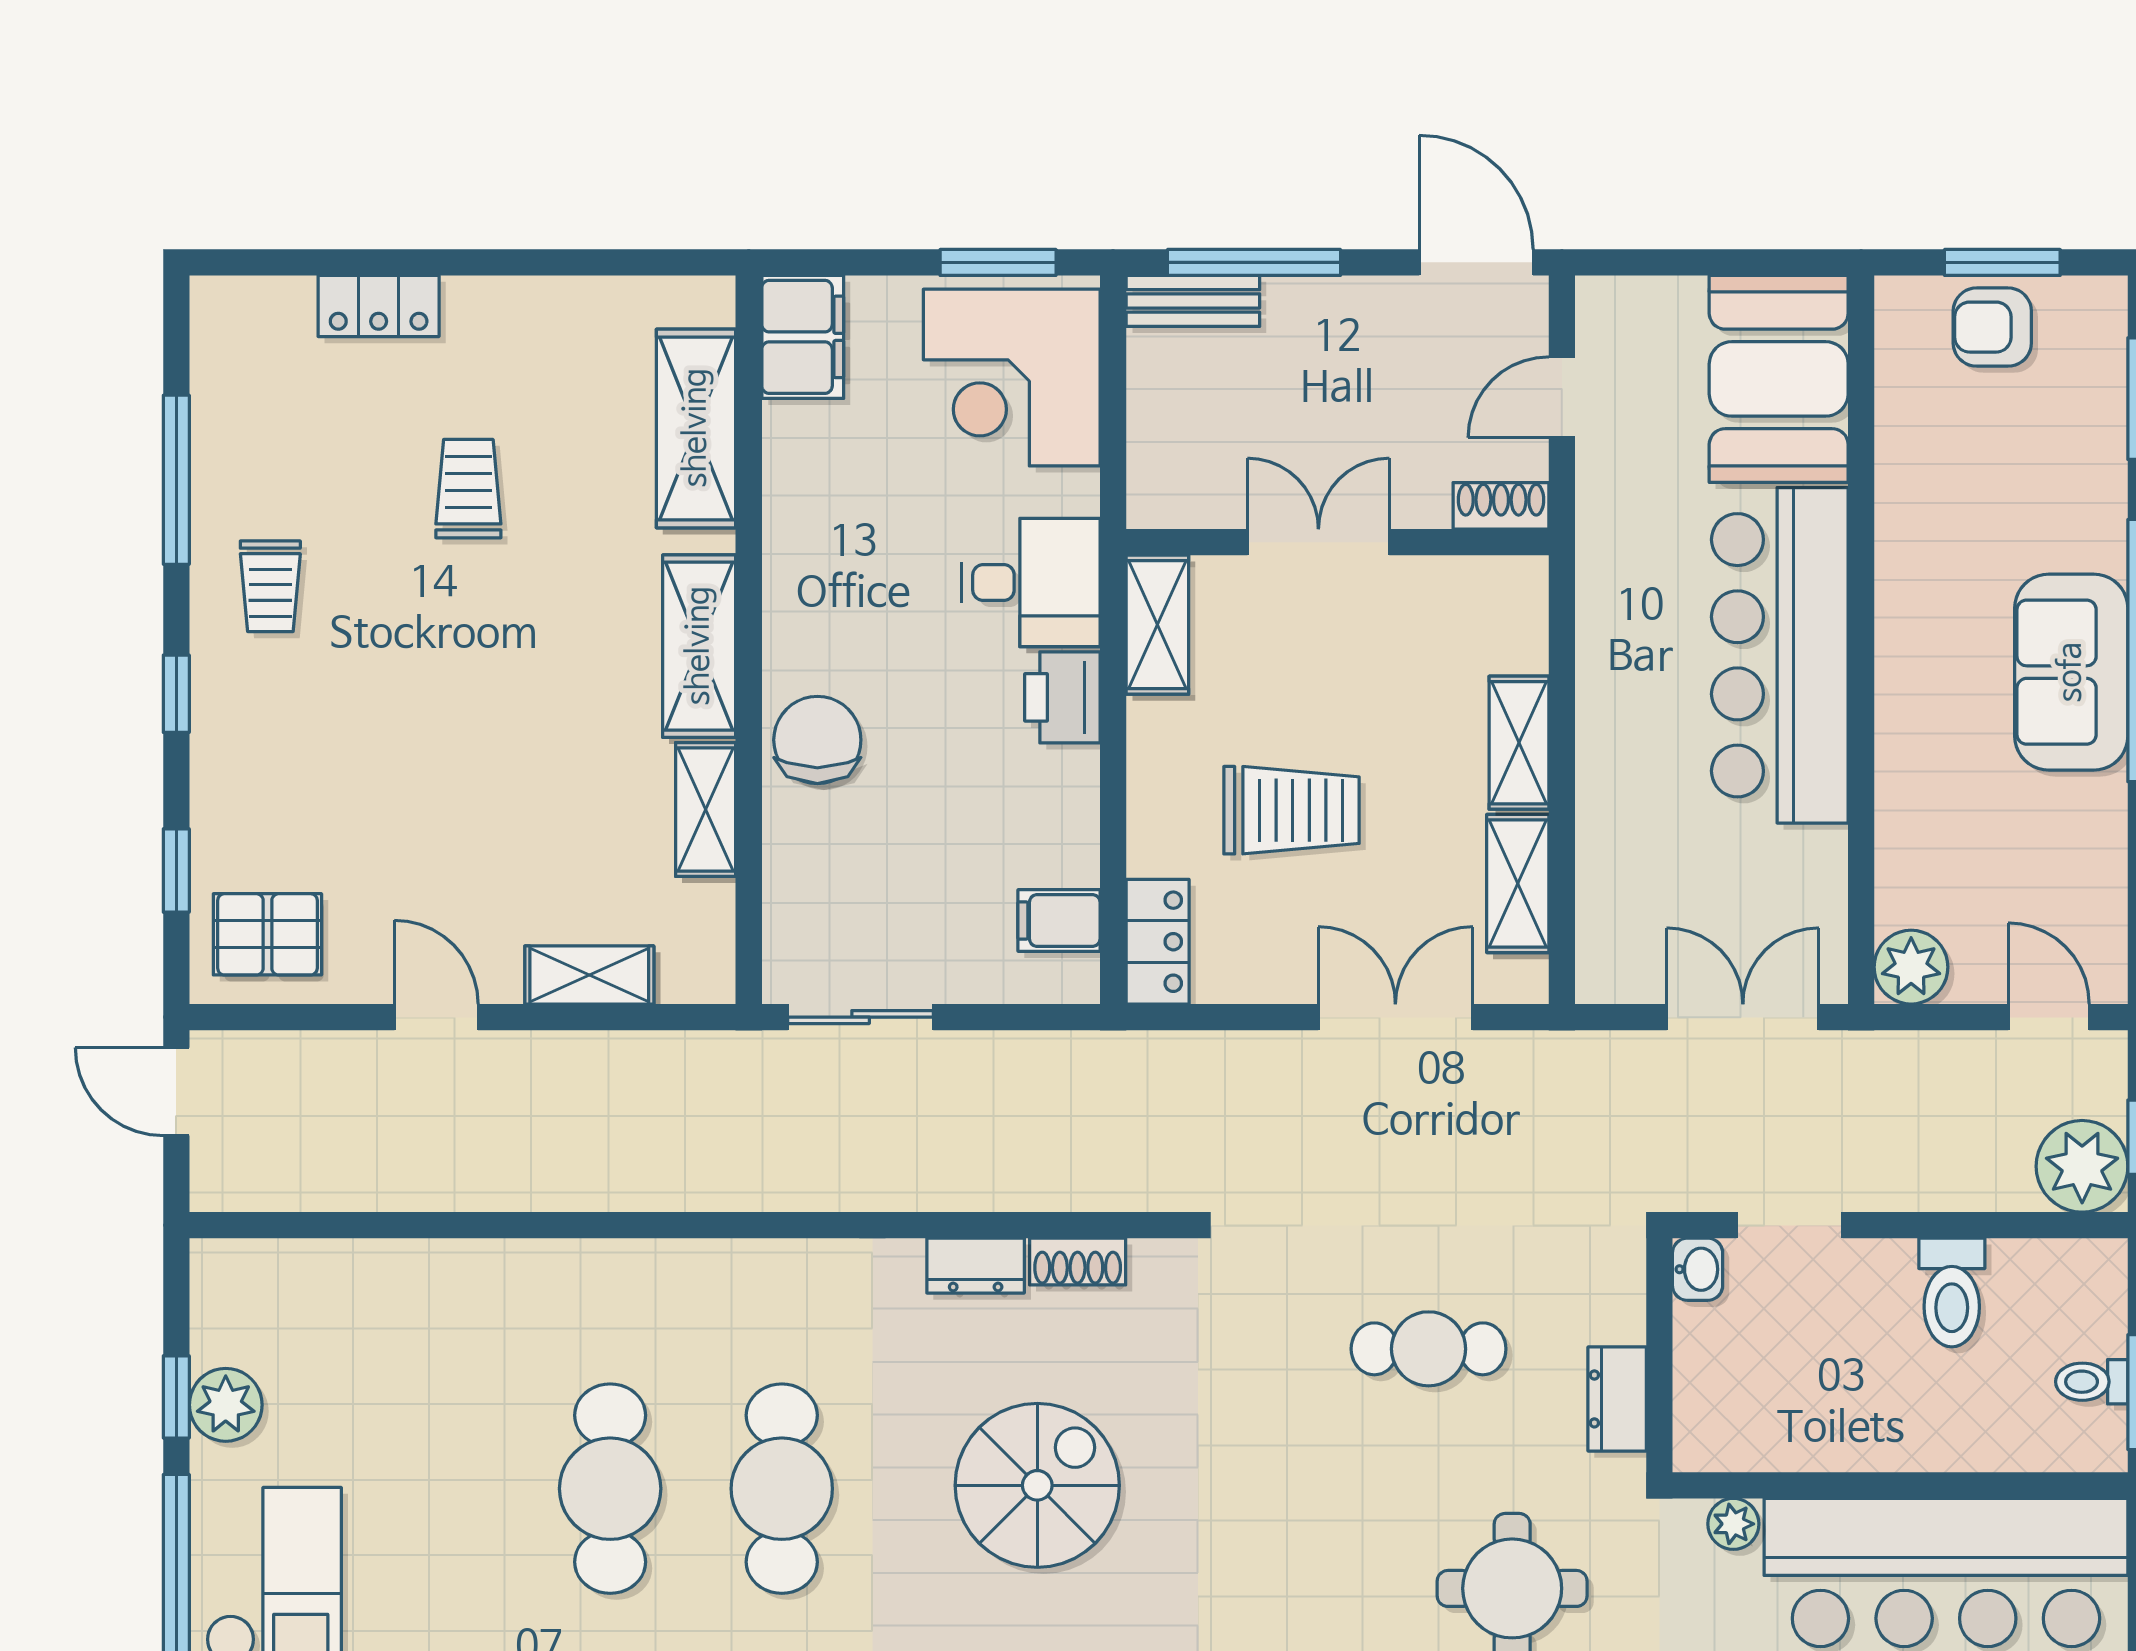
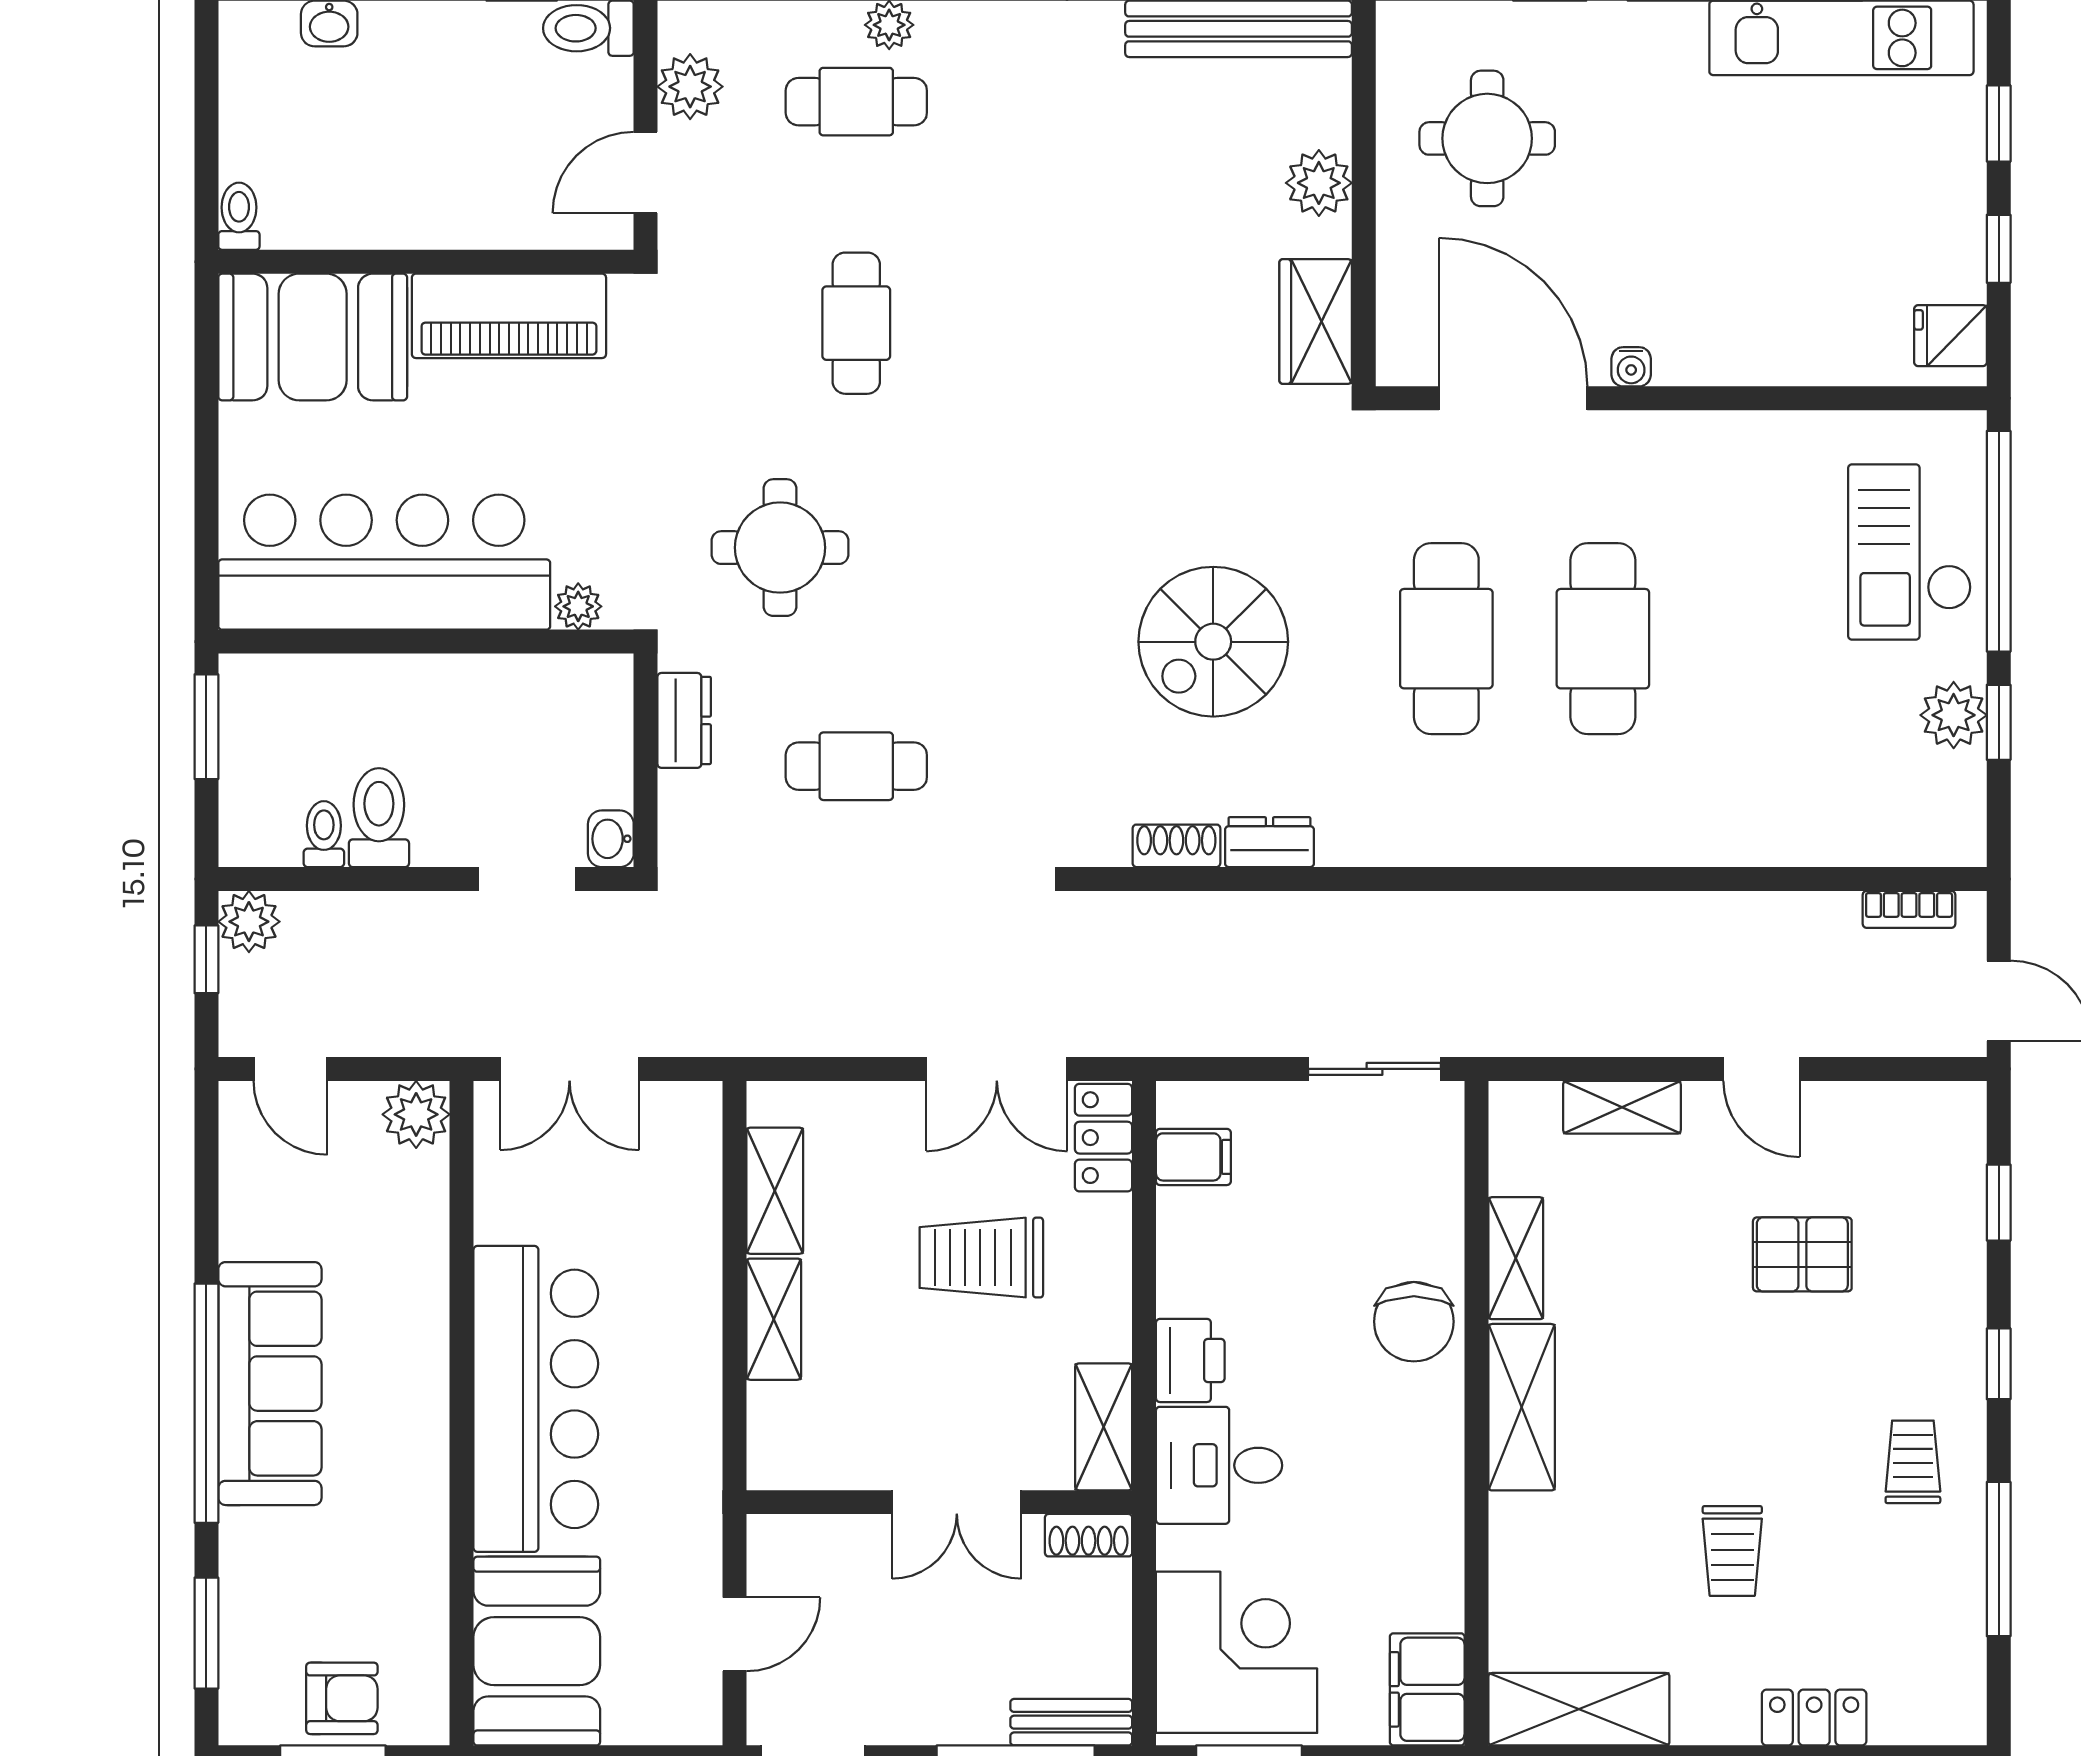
shelving: (696, 428) -> (1579, 1709), moved, turned 90
shoe rack: (1501, 506) -> (1089, 1535), moved
sofa: (2071, 672) -> (270, 1384), width x1.36
pallet: (267, 934) -> (1802, 1254), moved
double door: (1395, 1017) -> (997, 1069), moved
plant: (2082, 1166) -> (249, 922), width x0.73, depth x0.73
bookcase: (275, 1192) -> (1909, 909), added
toilet: (2092, 1382) -> (324, 834), moved, turned -90

